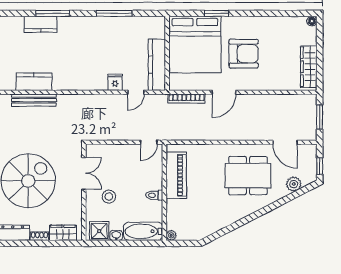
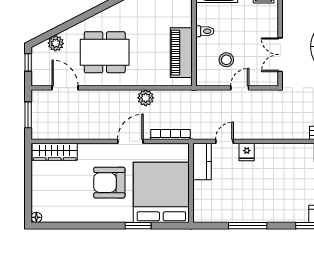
kitchen counter: (157, 65) -> (202, 161), width x0.67
wardrobe: (309, 67) -> (55, 152), moved, turned 90
plant: (210, 133) -> (146, 98), added
door: (149, 142) -> (240, 88), moved
stool: (109, 197) -> (226, 60), moved

